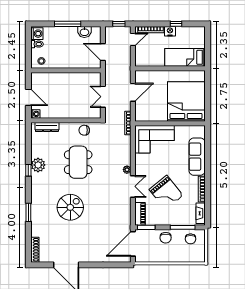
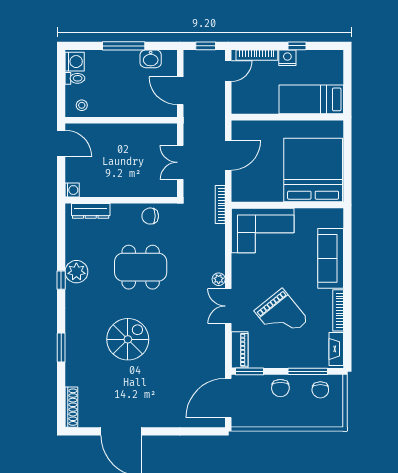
door: (28, 97) -> (61, 143), moved
dining table: (78, 162) -> (141, 267), turned 90
double door: (133, 186) -> (228, 306), swing flipped

